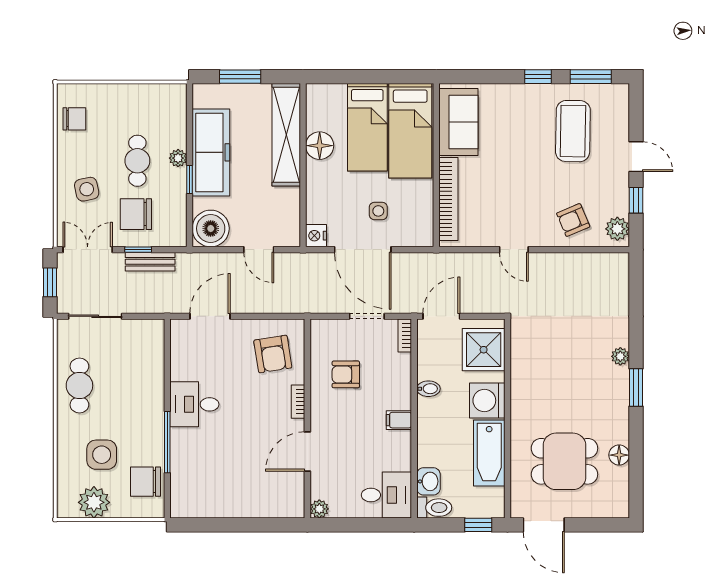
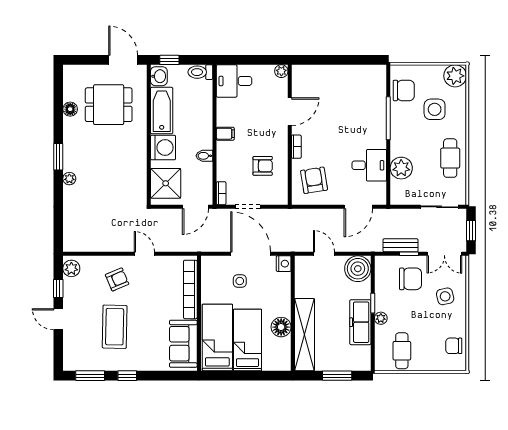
coffee table: (573, 131) -> (115, 327), moved
freezer: (211, 152) -> (360, 322), width x0.73, depth x0.79
cafe table: (137, 161) -> (402, 351), moved
armchair: (573, 220) -> (117, 279), moved
plant: (149, 371) -> (401, 168), added
desk: (194, 404) -> (369, 165), moved
washbasin: (428, 481) -> (159, 76), moved, turned 180
plant: (94, 502) -> (455, 76), moved

